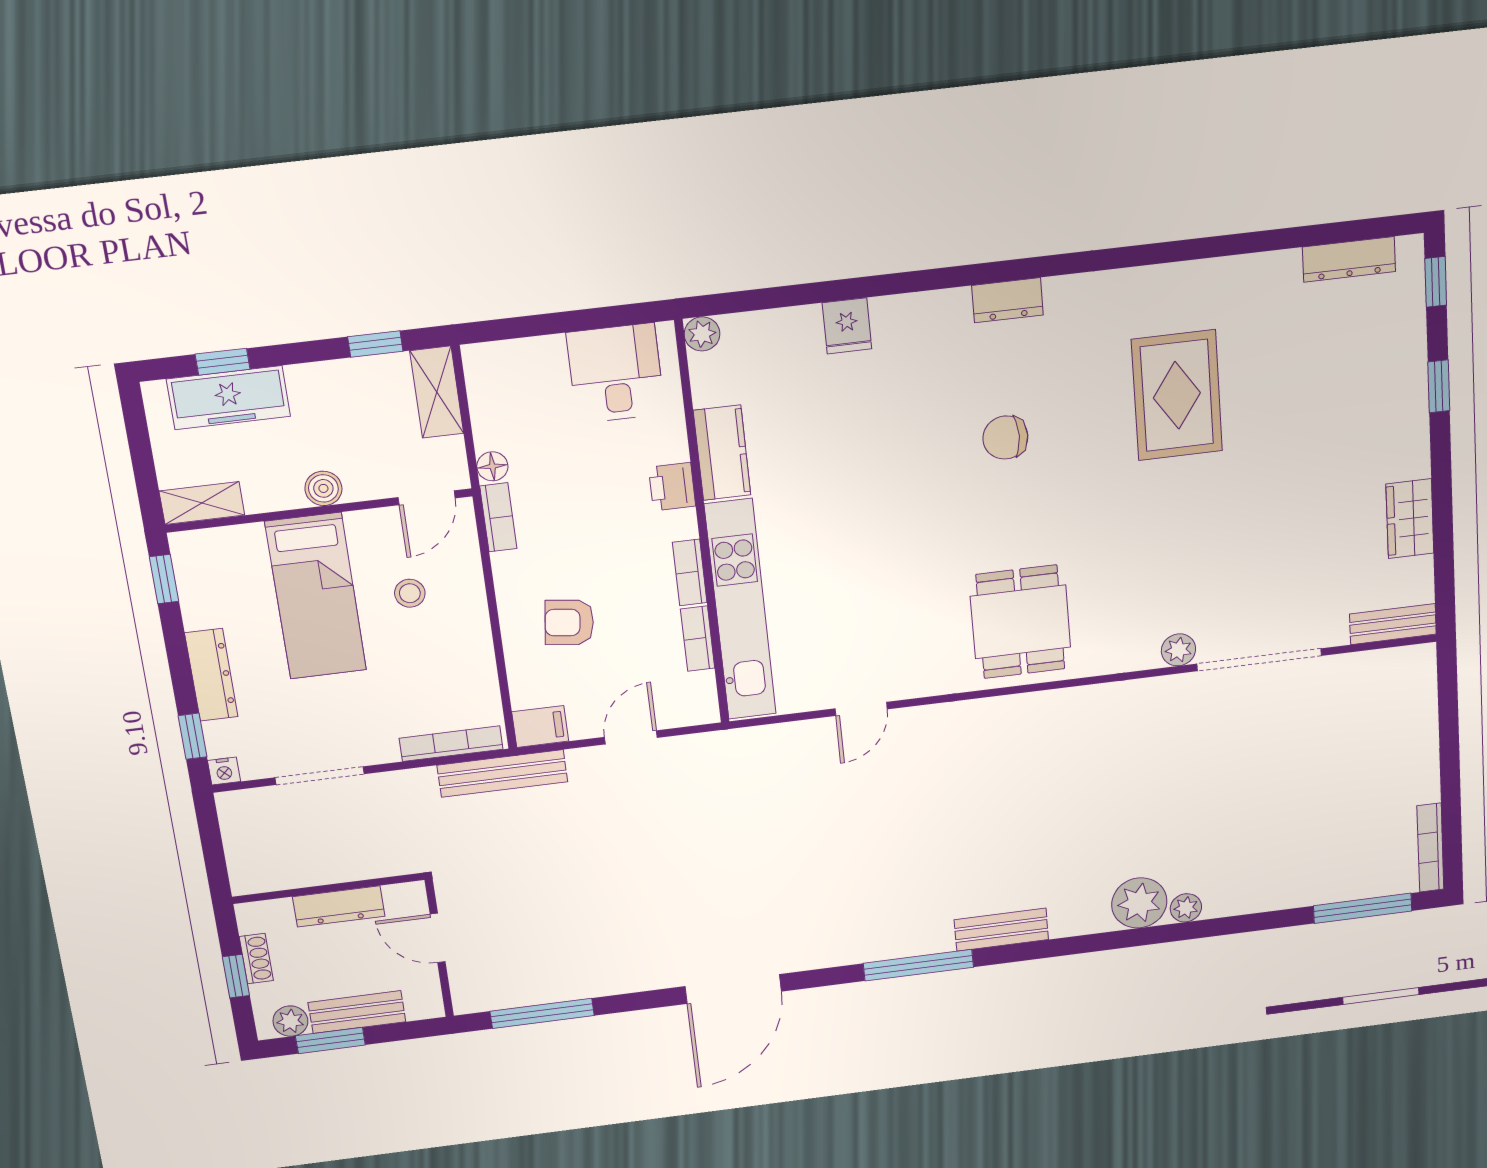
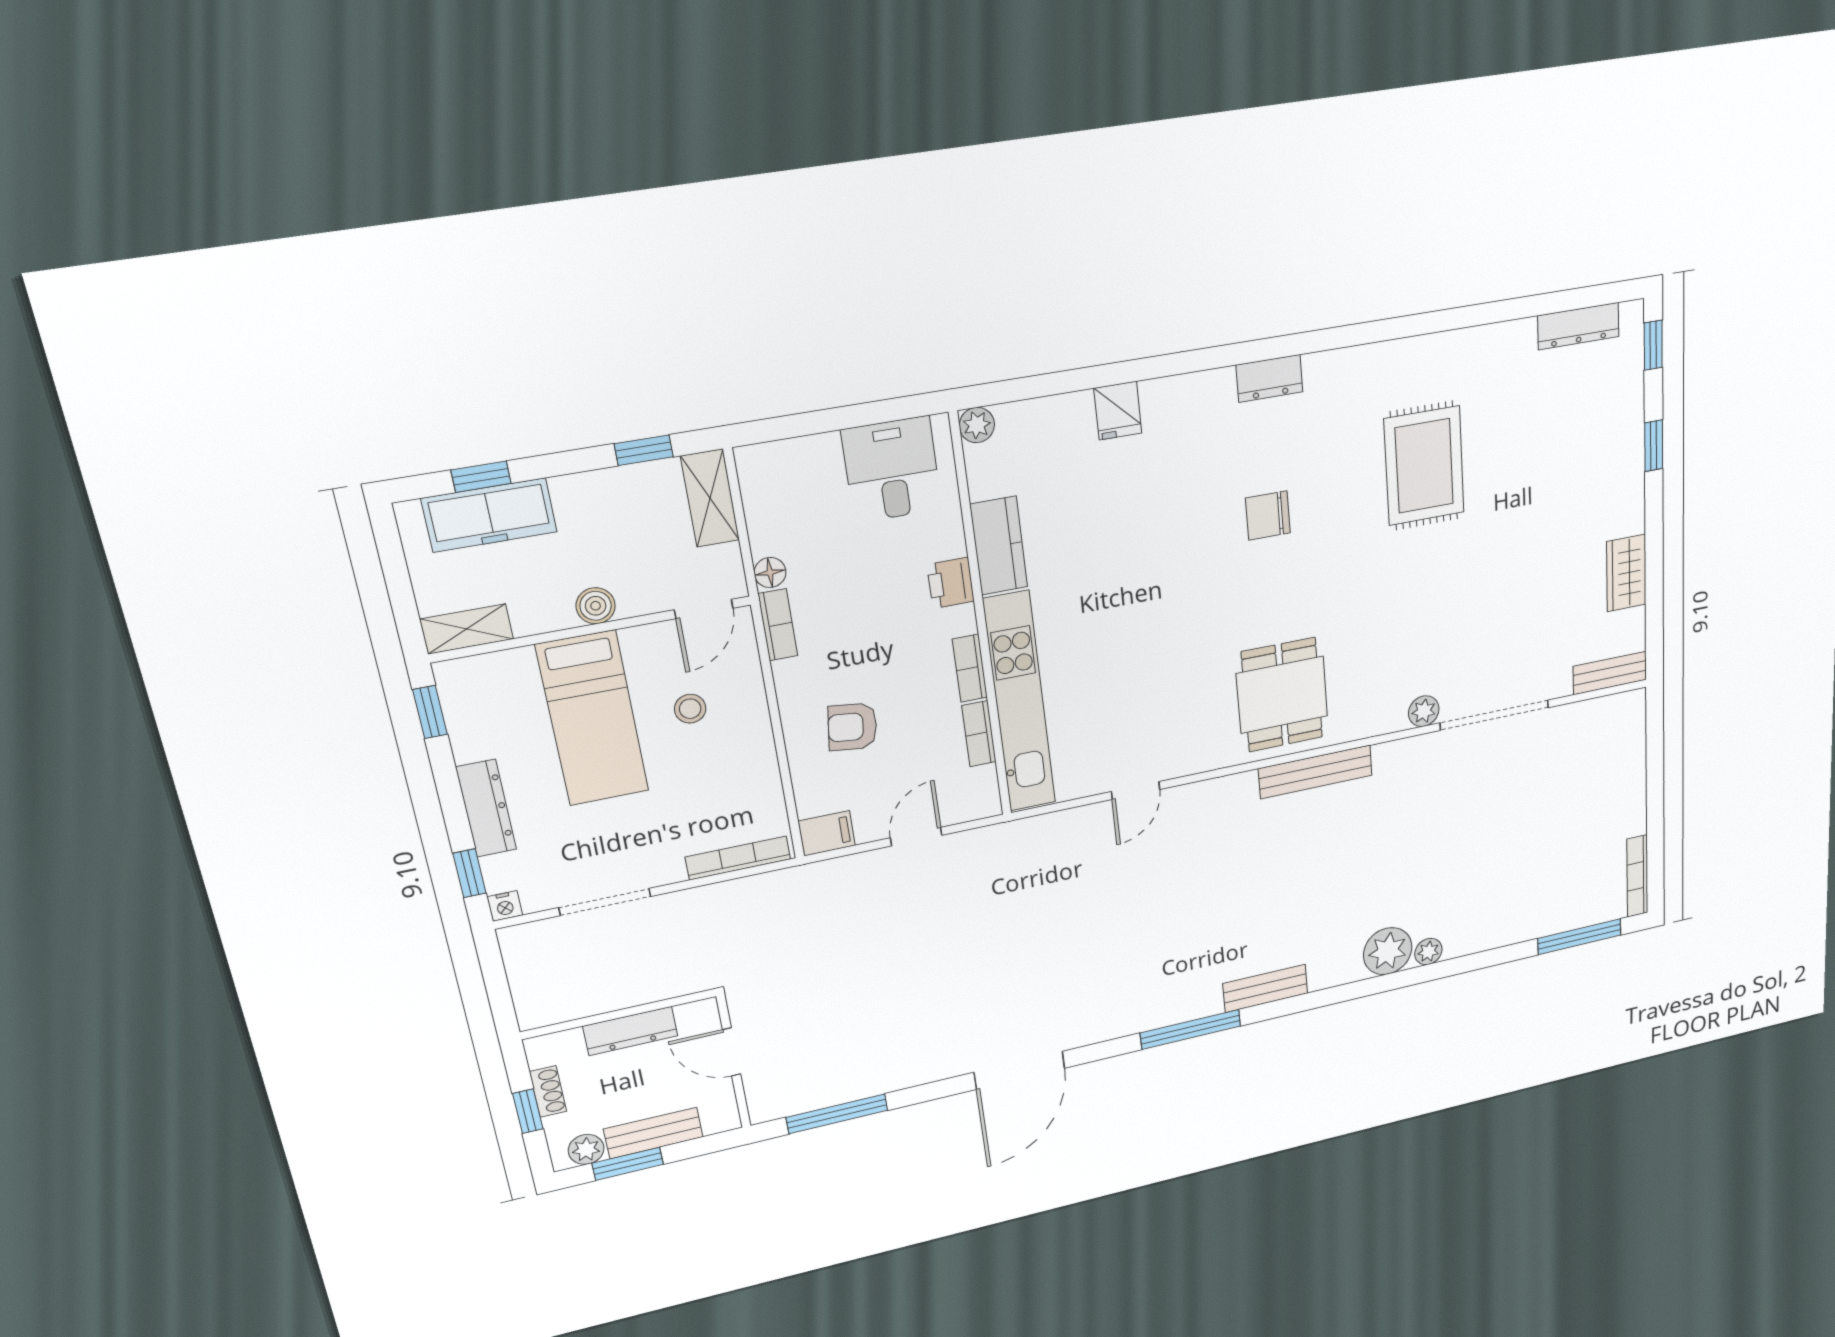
bench: (502, 773) -> (1315, 772), moved

